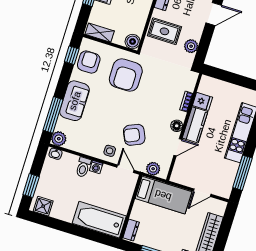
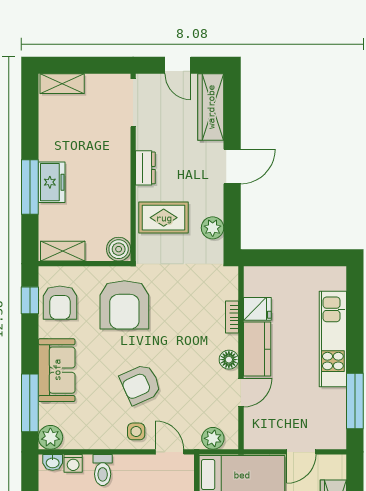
armchair: (89, 62) -> (60, 303), turned 180
armchair: (134, 135) -> (141, 384), moved
washing machine: (96, 167) -> (73, 463), moved

